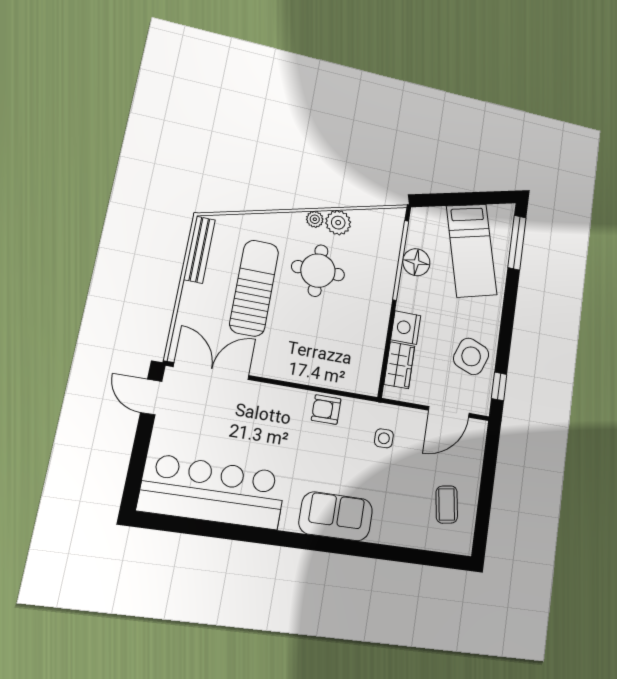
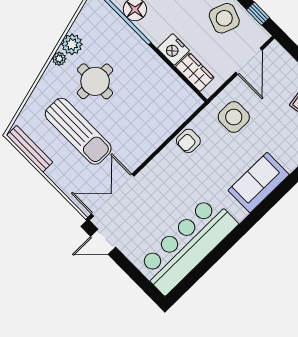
sun lounger: (254, 288) -> (78, 131), turned 180
side table: (384, 438) -> (234, 117), width x1.87, depth x1.87

